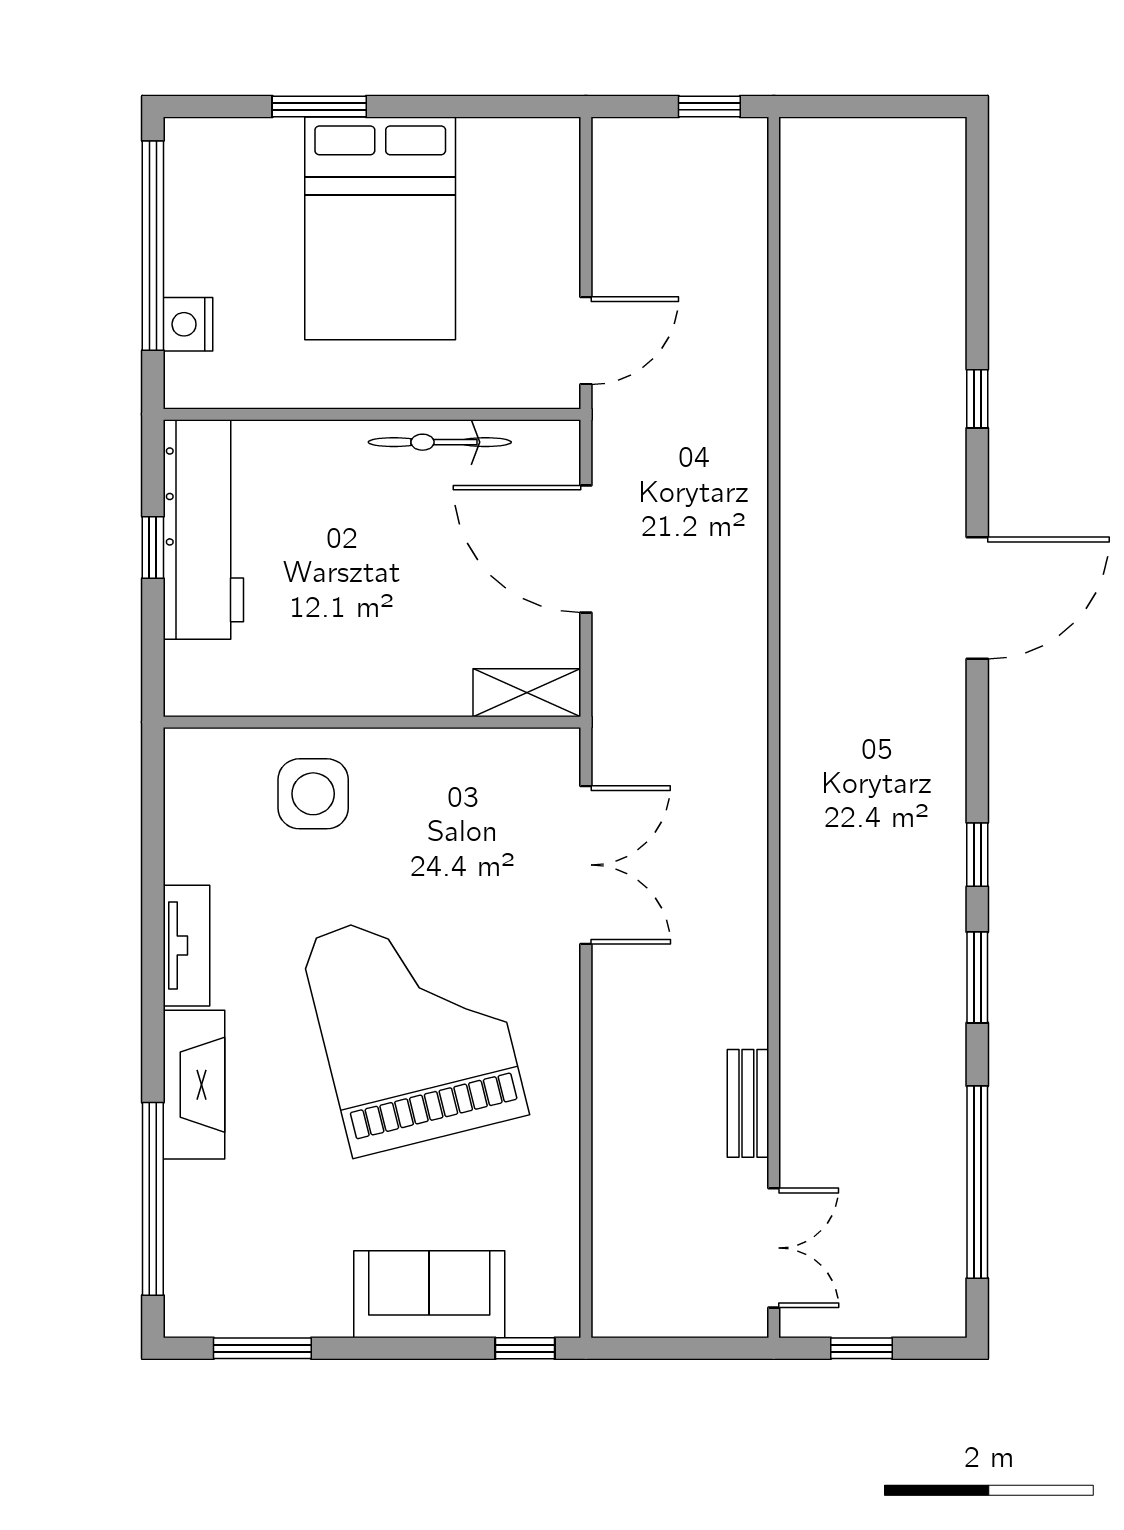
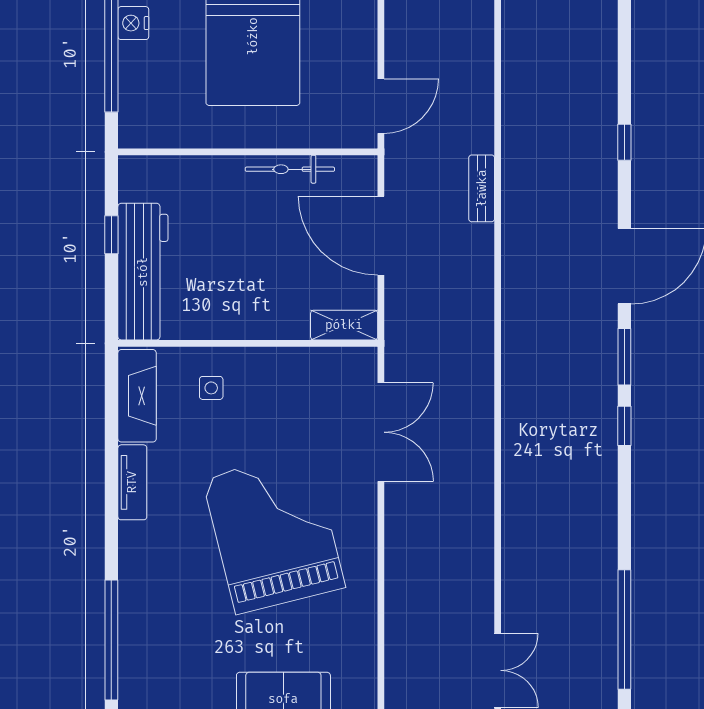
nightstand: (188, 324) -> (133, 23), moved
workbench: (203, 529) -> (143, 272), moved
side table: (313, 794) -> (211, 388), width x0.54, depth x0.54
window: (977, 977) -> (624, 357), moved
fireplace: (194, 1085) -> (137, 396), moved
bench: (748, 1103) -> (482, 188), moved

